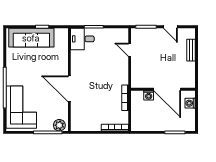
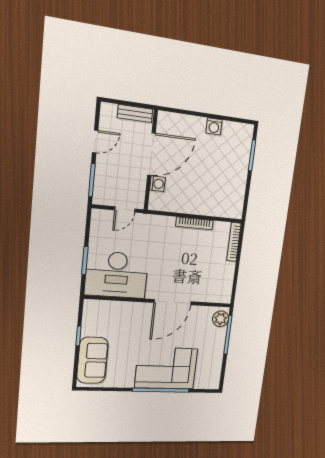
sofa: (31, 38) -> (92, 360), width x0.73
desk: (82, 39) -> (117, 275), width x1.87, depth x1.30
wall: (163, 89) -> (151, 160), moved
door: (167, 89) -> (151, 154), moved
washing machine: (149, 95) -> (157, 184), moved
corner sofa: (21, 107) -> (166, 368), moved

